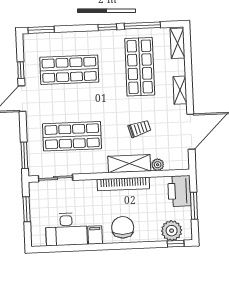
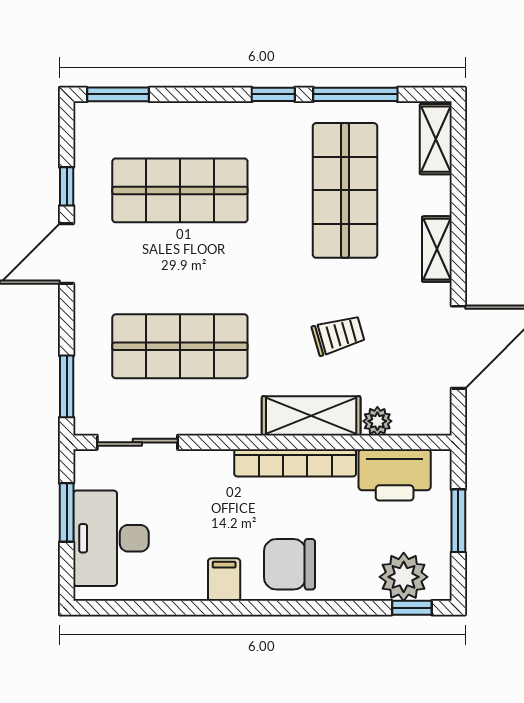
printer: (179, 191) -> (395, 475), moved, turned -90
chair: (123, 227) -> (289, 564), turned -92
desk: (66, 229) -> (111, 538), moved, turned 90

